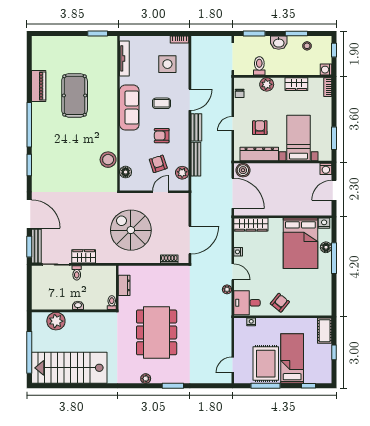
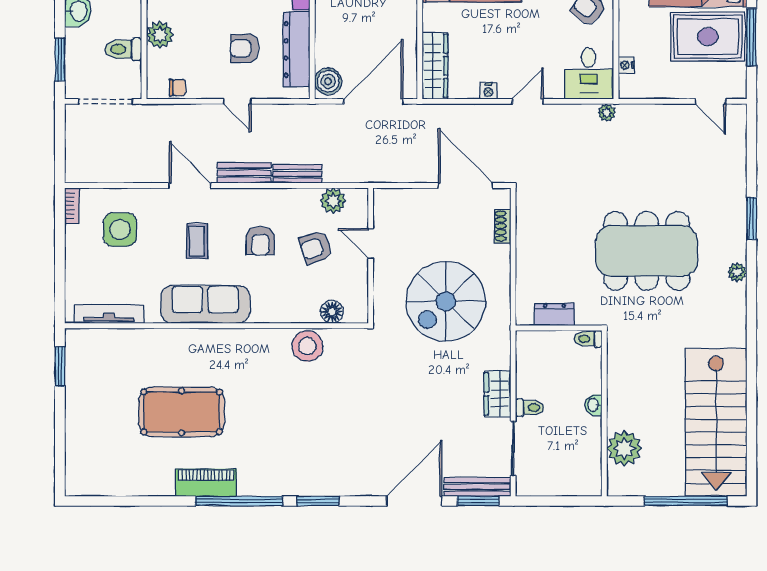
piano: (39, 86) -> (206, 483), moved
bench: (196, 159) -> (297, 174), width x0.73
plant: (227, 289) -> (607, 113), moved

